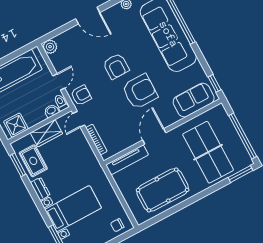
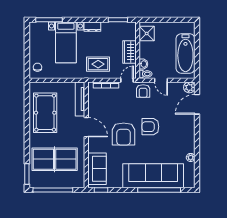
door: (88, 16) -> (197, 104), moved
door: (79, 119) -> (127, 80), hinge flipped
rug: (33, 161) -> (98, 64), moved

